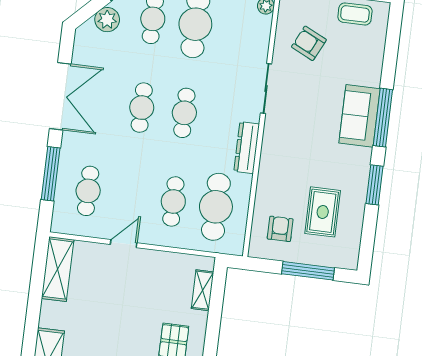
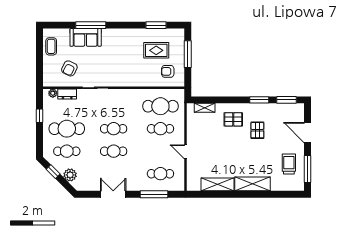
double door: (60, 96) -> (113, 194), width x0.73
sofa: (359, 116) -> (86, 37), moved
window: (383, 118) -> (91, 25), moved
dresser: (247, 148) -> (67, 94), moved, width x0.70
window: (374, 185) -> (156, 25), moved
shelving: (58, 269) -> (218, 184), moved

